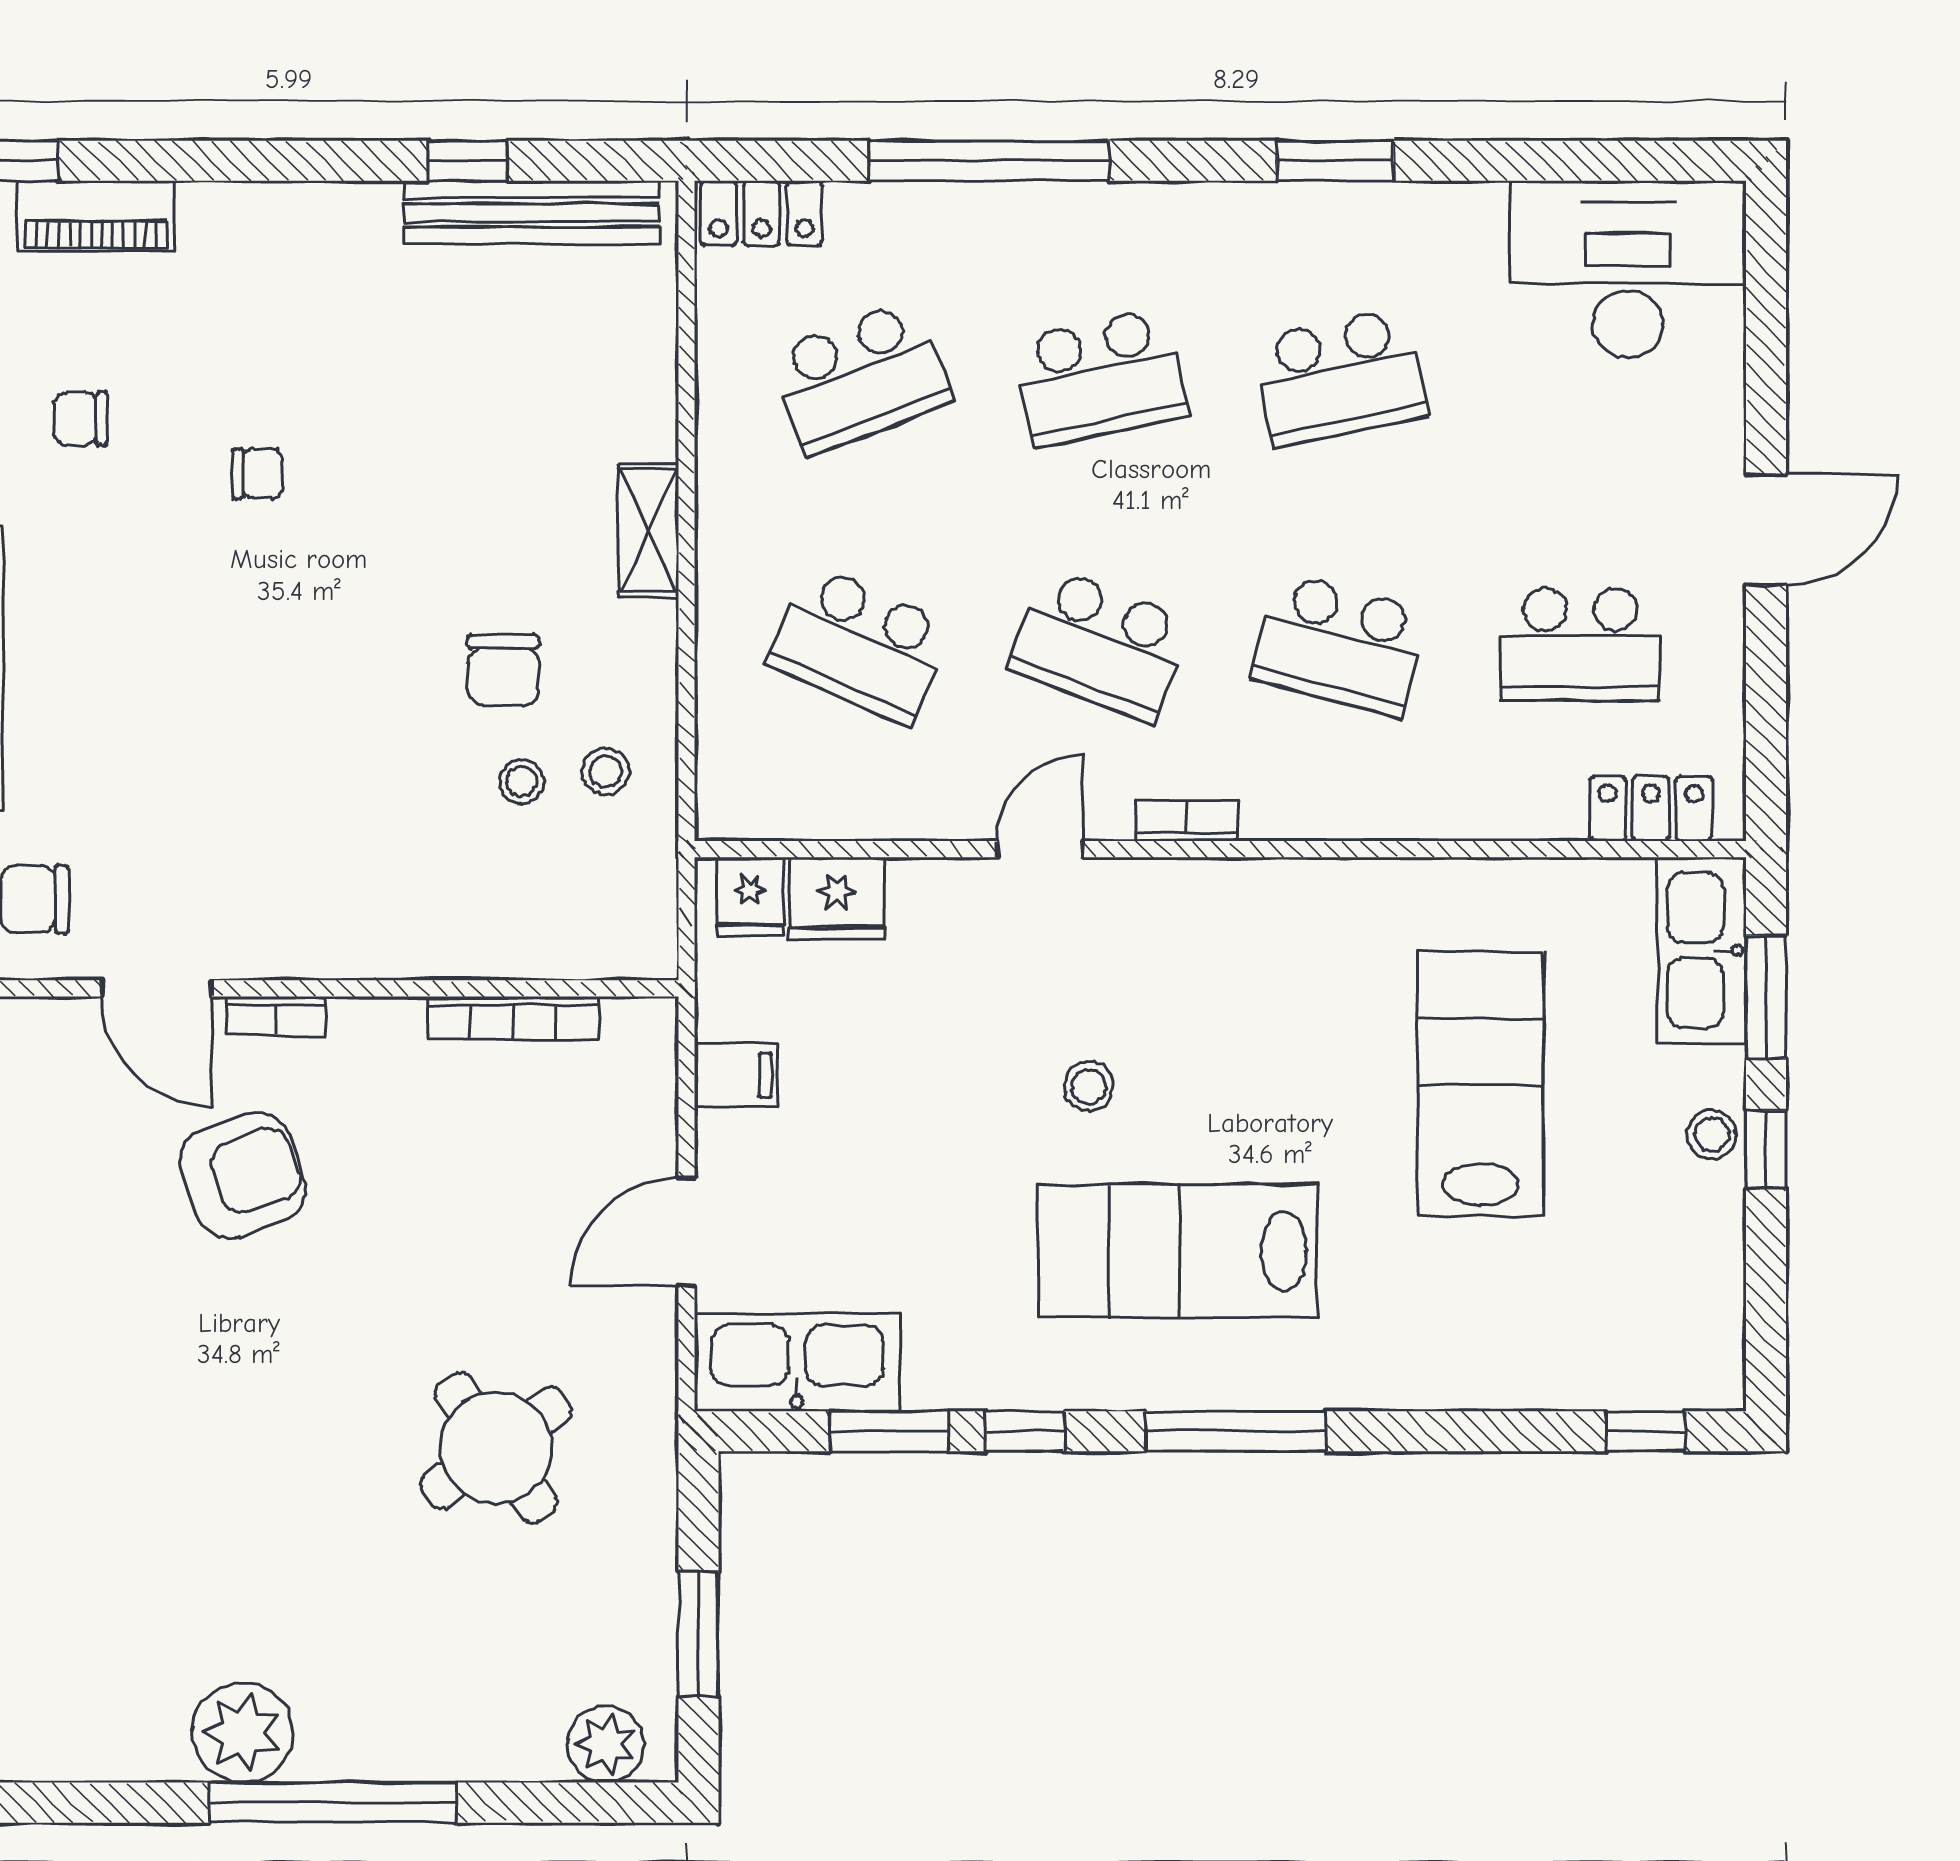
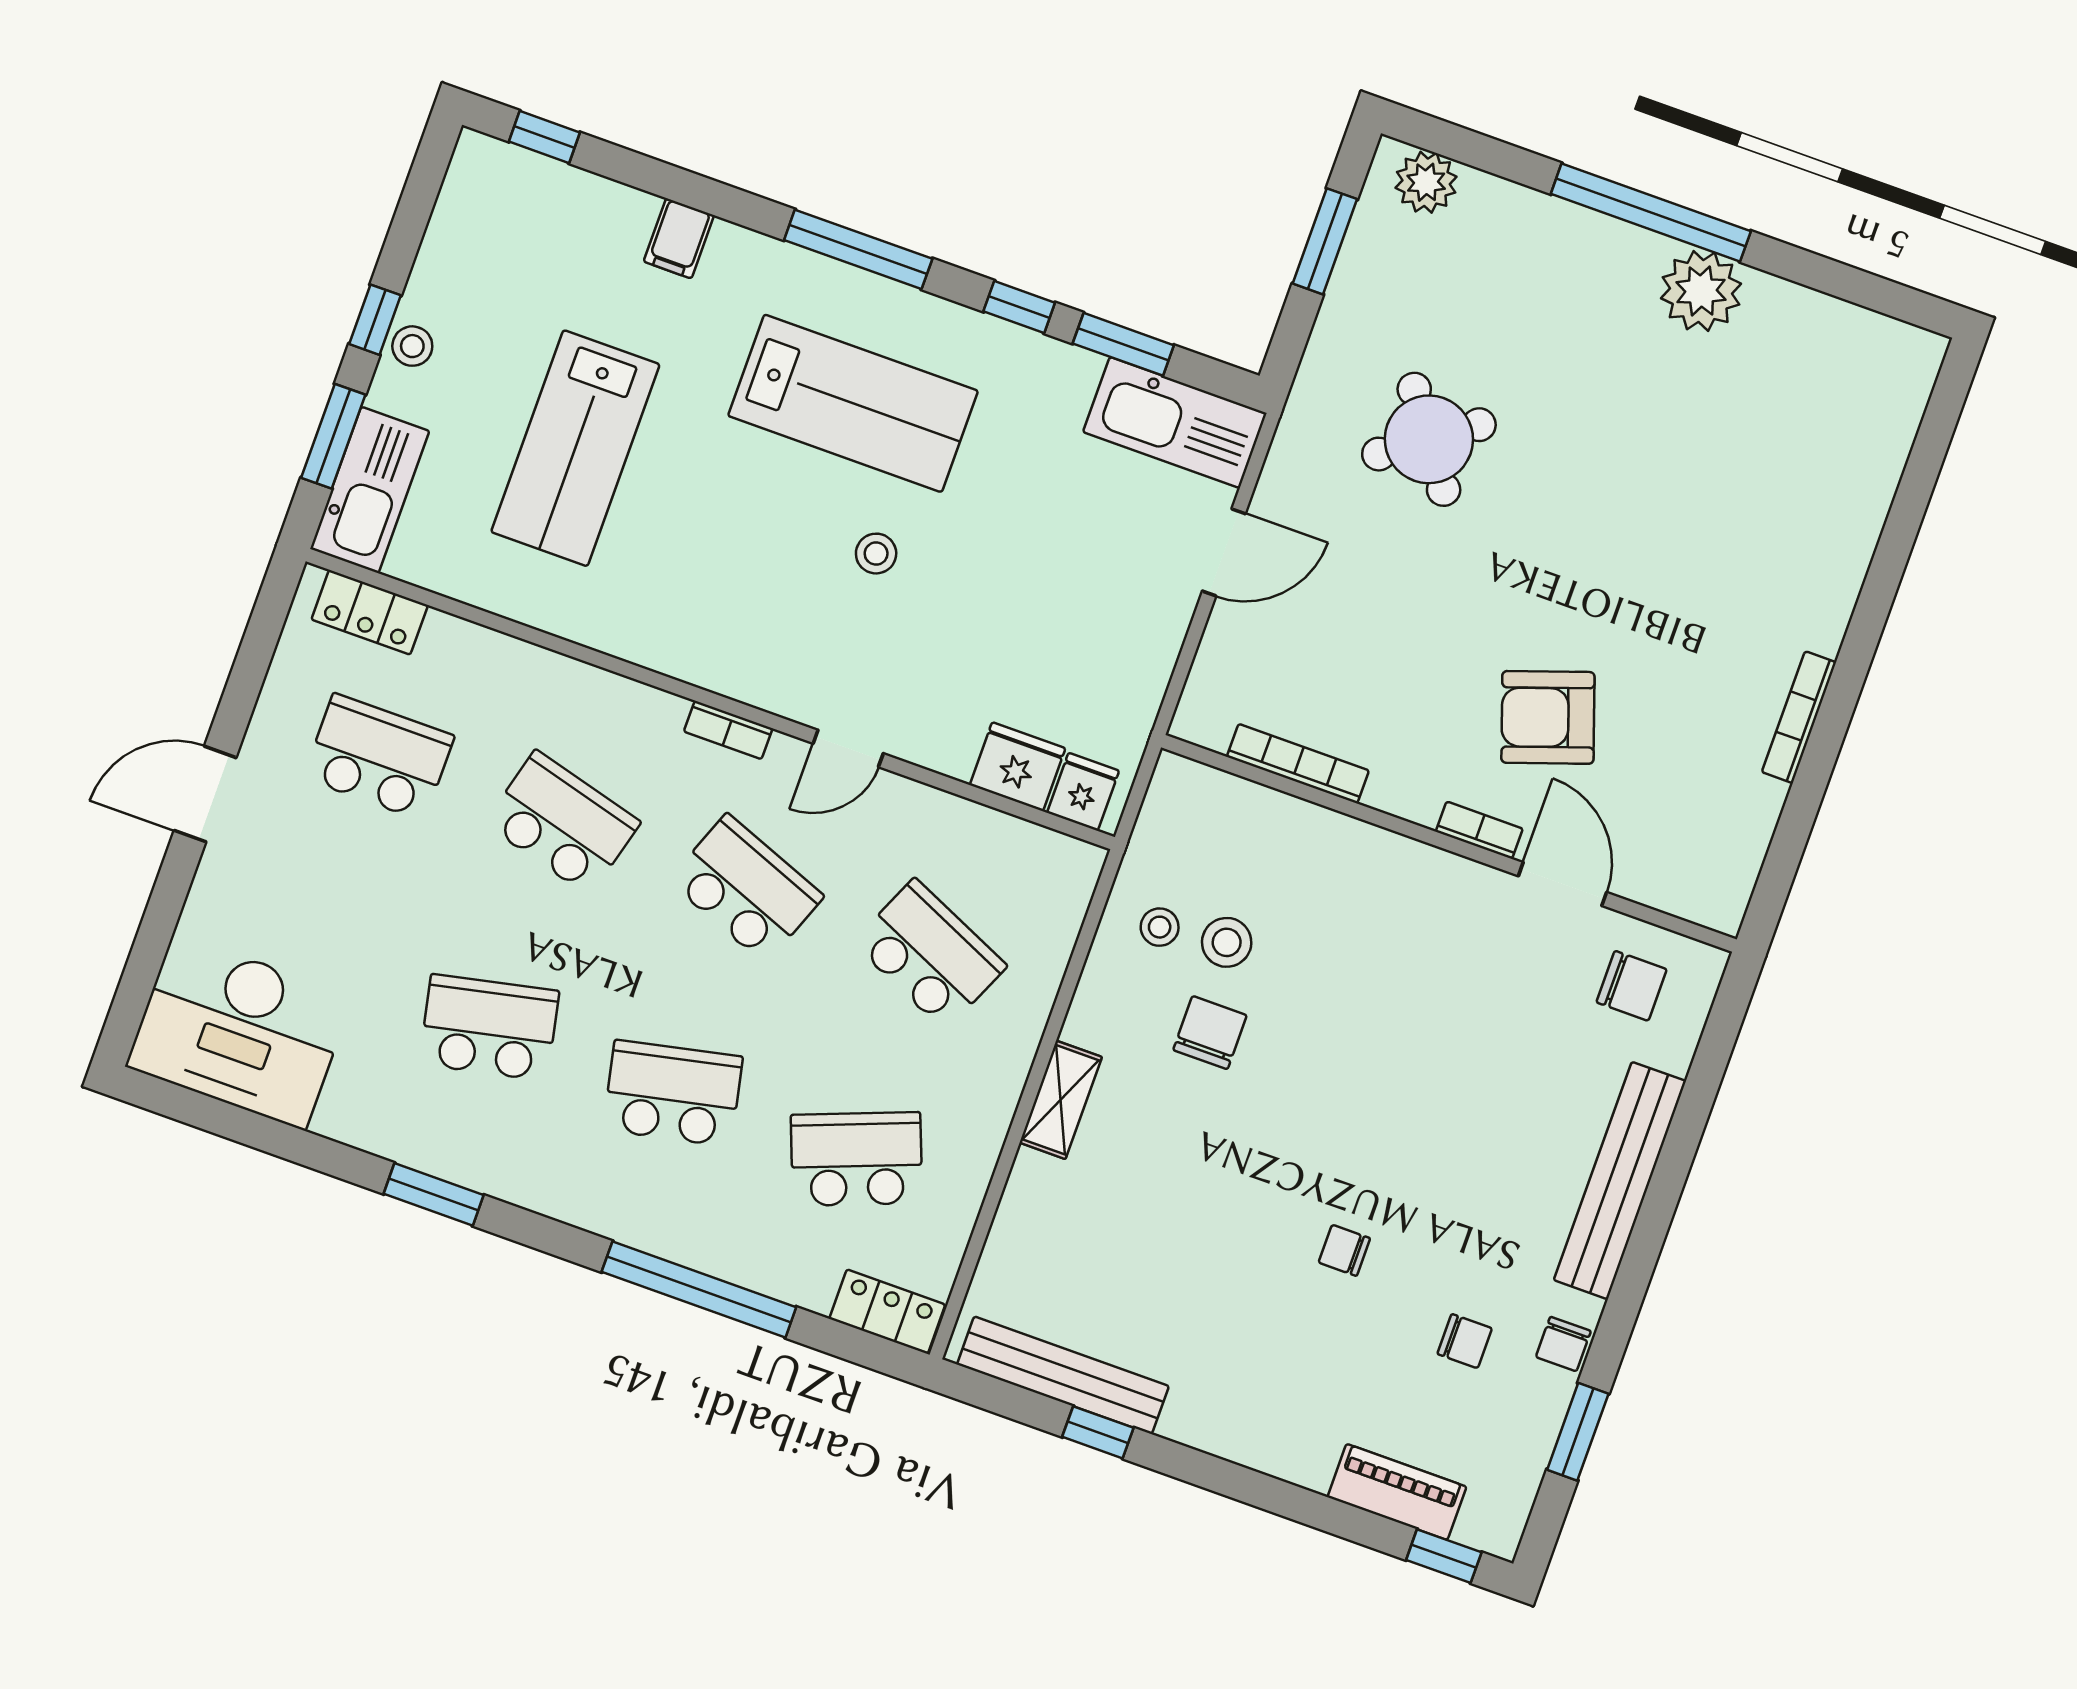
stool: (522, 782) -> (1227, 942), width x1.37, depth x1.37
filing cabinet: (736, 1075) -> (679, 238), moved, turned -90

